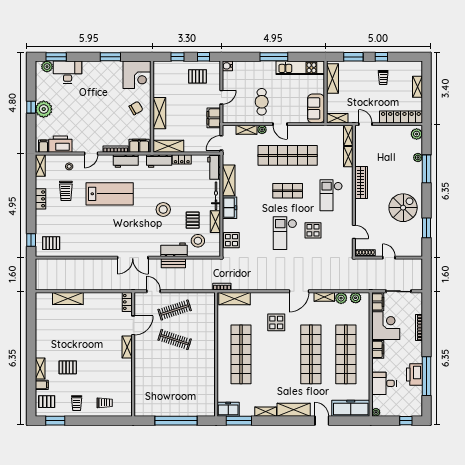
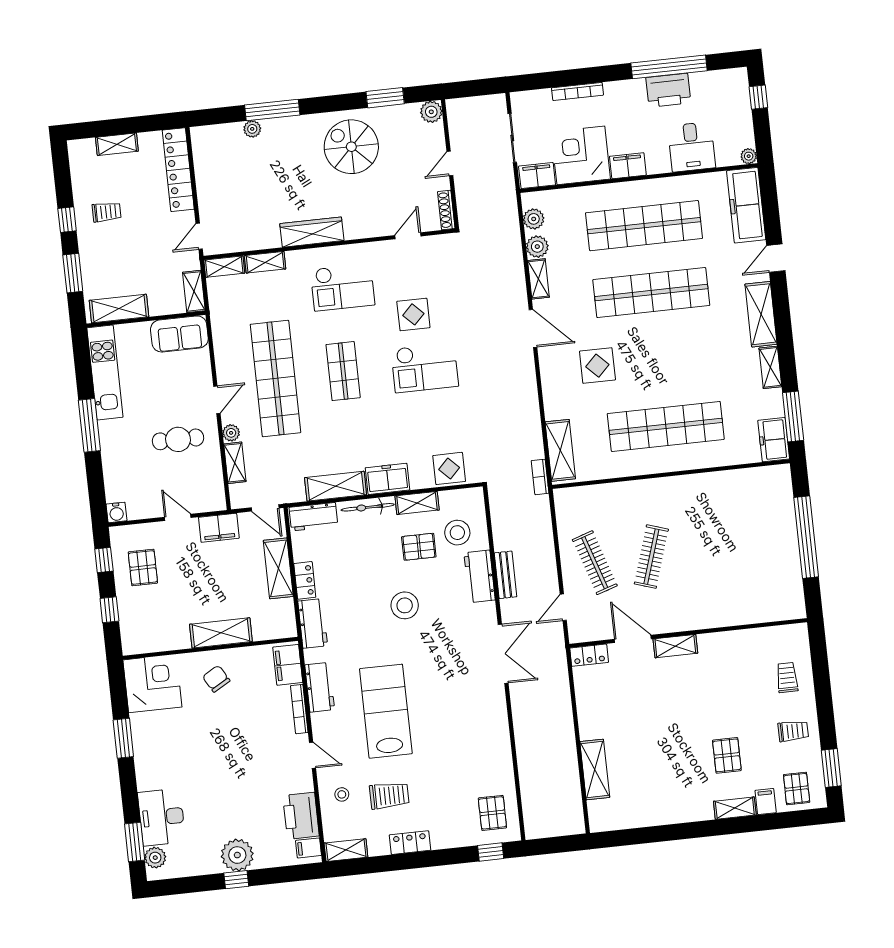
plant: (417, 134) -> (431, 112), moved
shelving: (168, 146) -> (278, 568), moved

